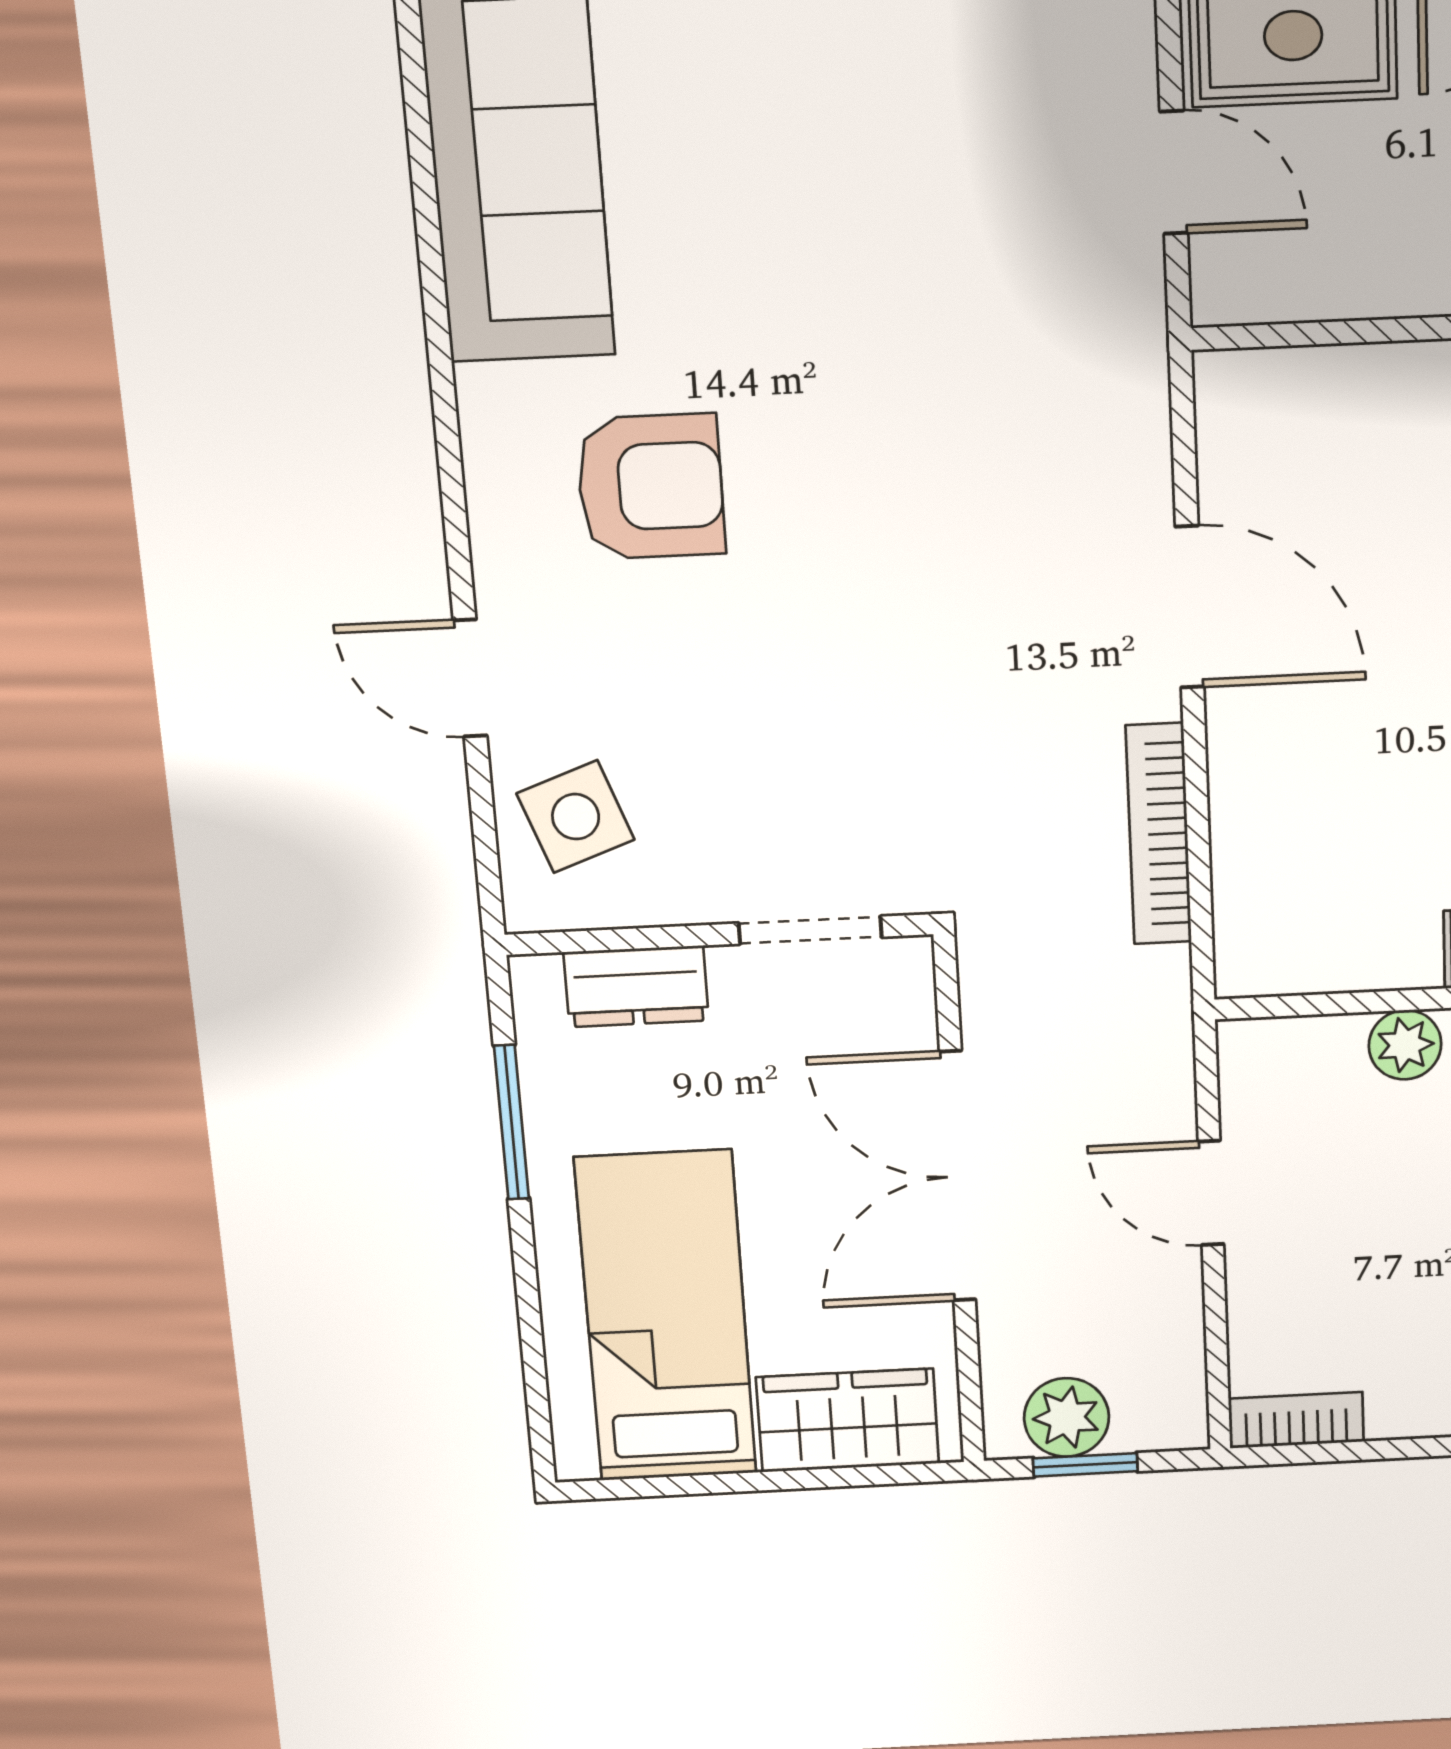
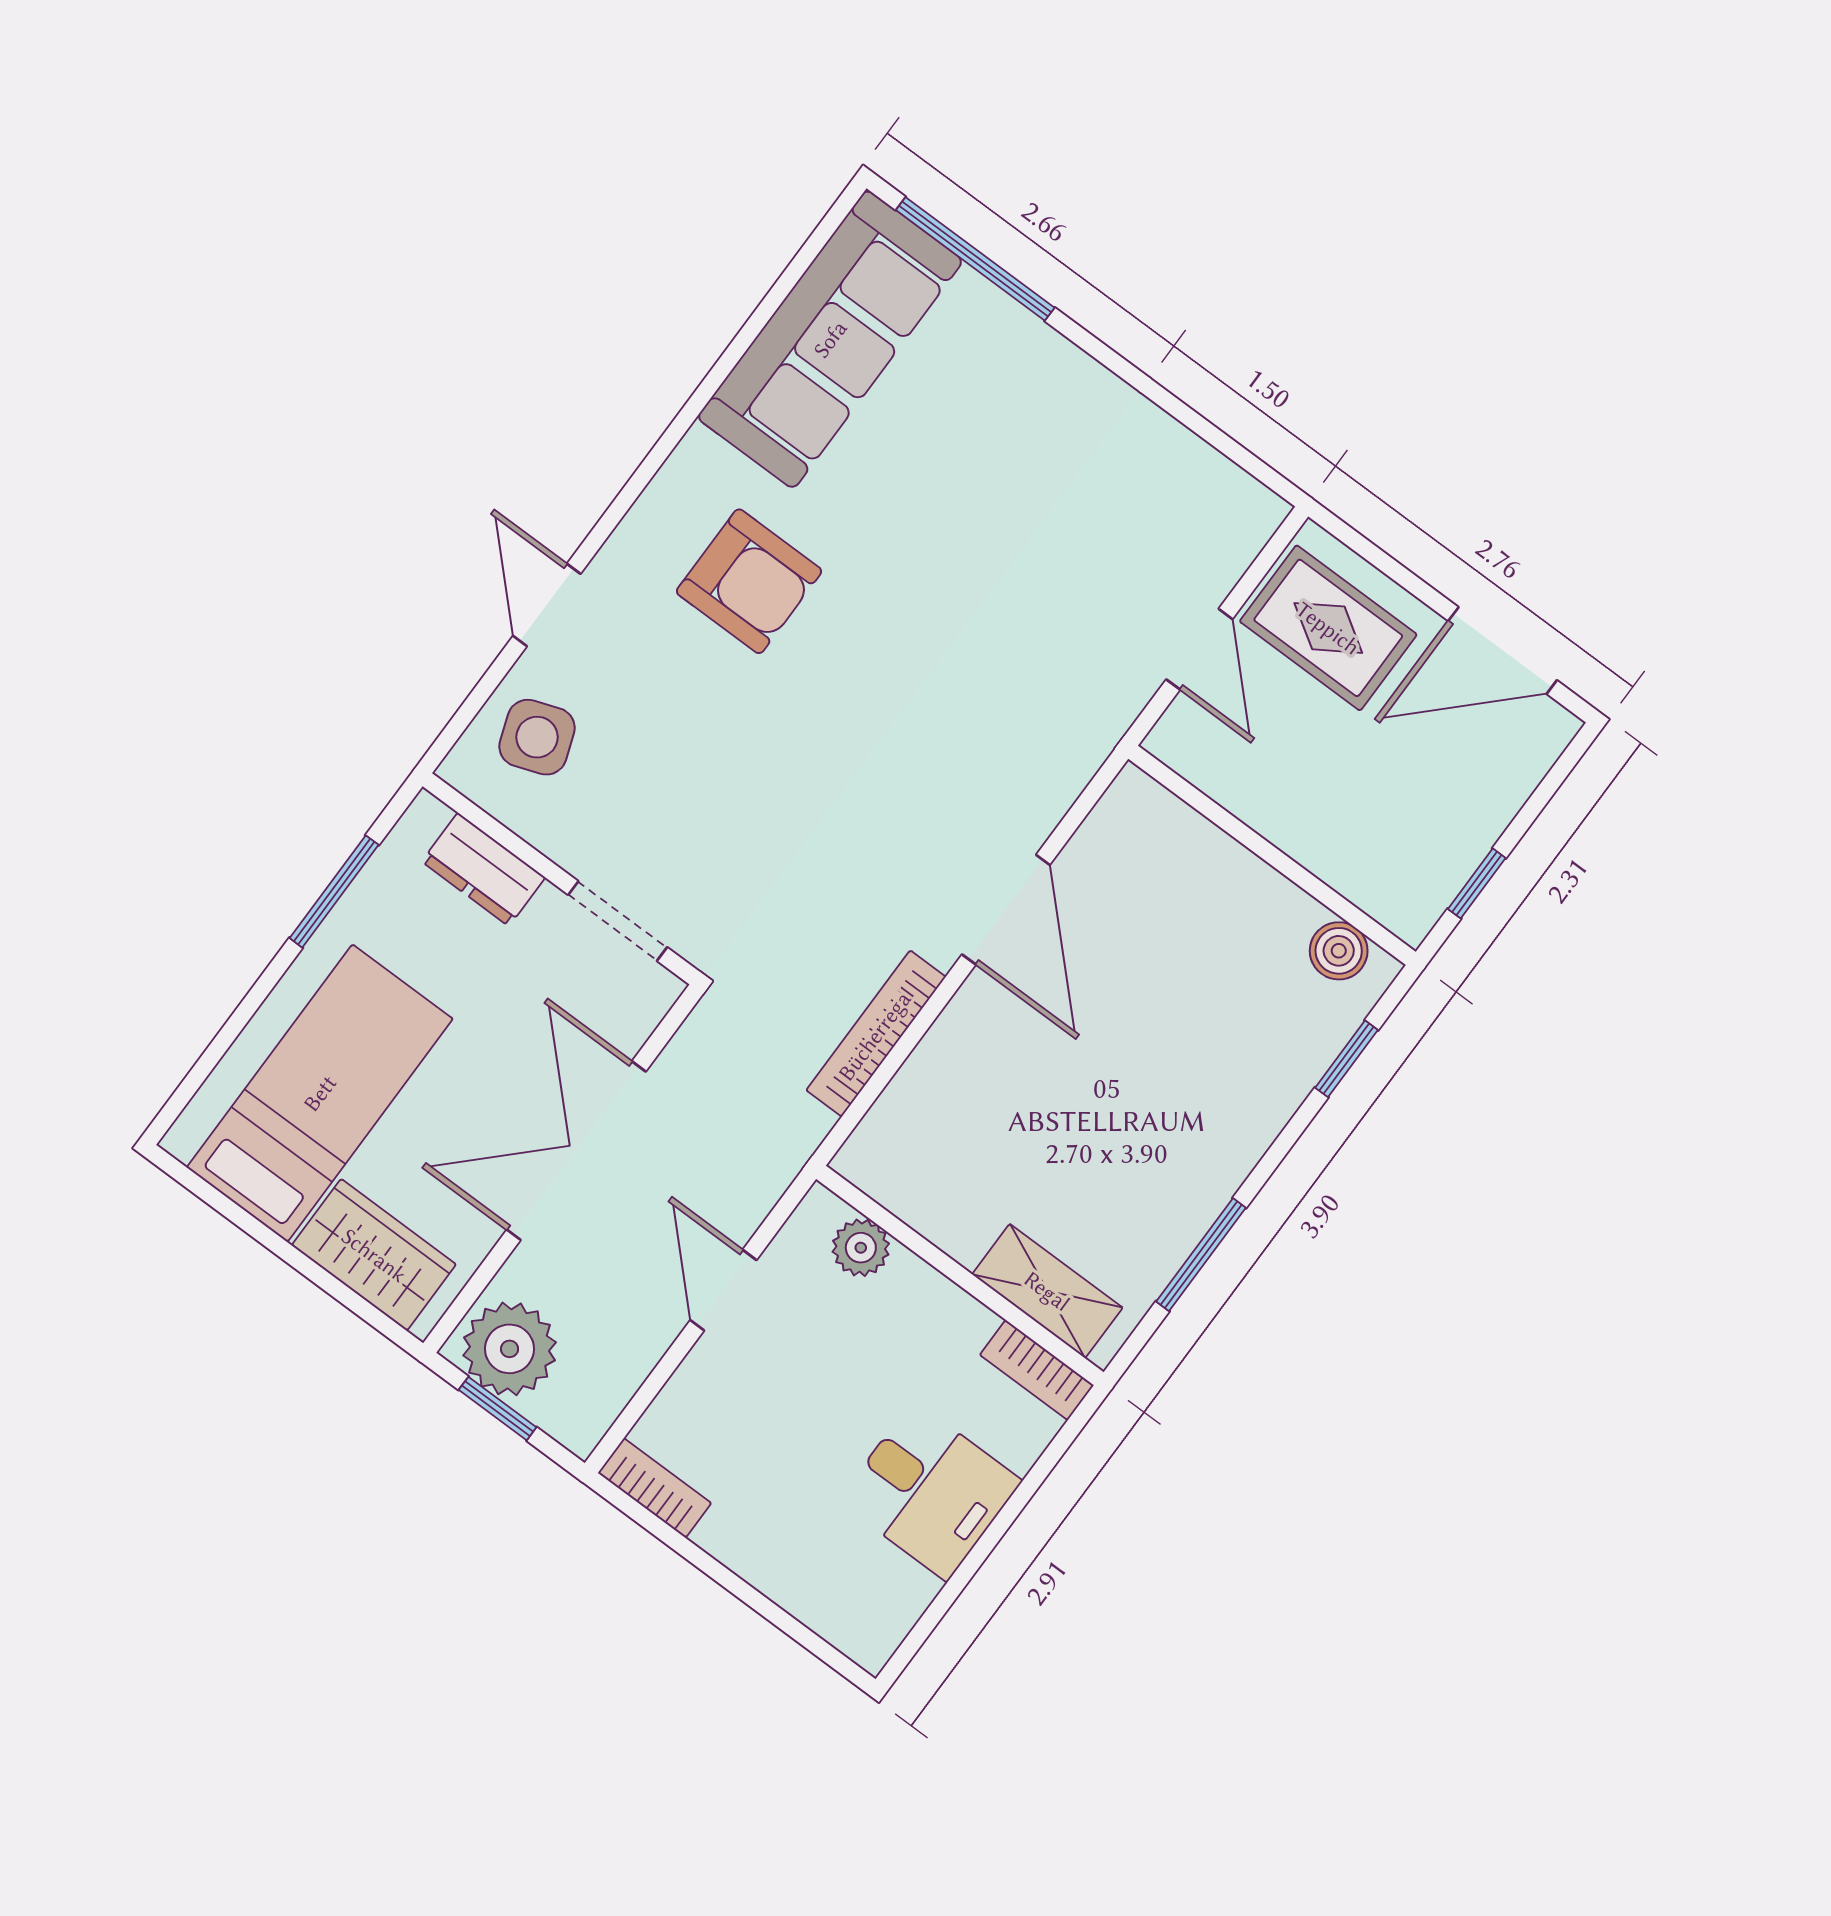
plant: (1405, 1045) -> (861, 1248), moved
plant: (1067, 1417) -> (510, 1349), width x1.36, depth x1.36

